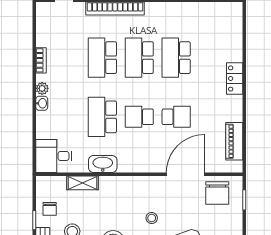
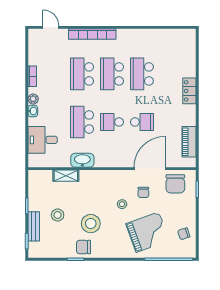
desk: (54, 156) -> (43, 140), moved
chair: (50, 209) -> (143, 192), moved

